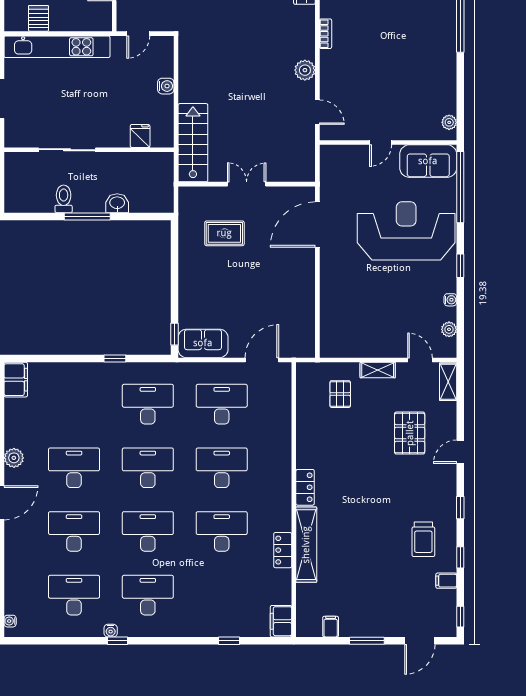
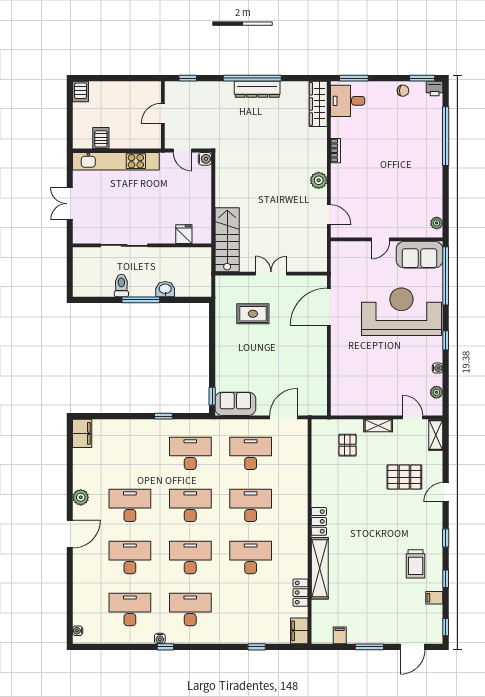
door: (138, 34) -> (182, 151), hinge flipped
water cooler: (166, 86) -> (205, 159), moved
pallet: (410, 433) -> (404, 477), turned 90
locker: (283, 550) -> (301, 593), moved

